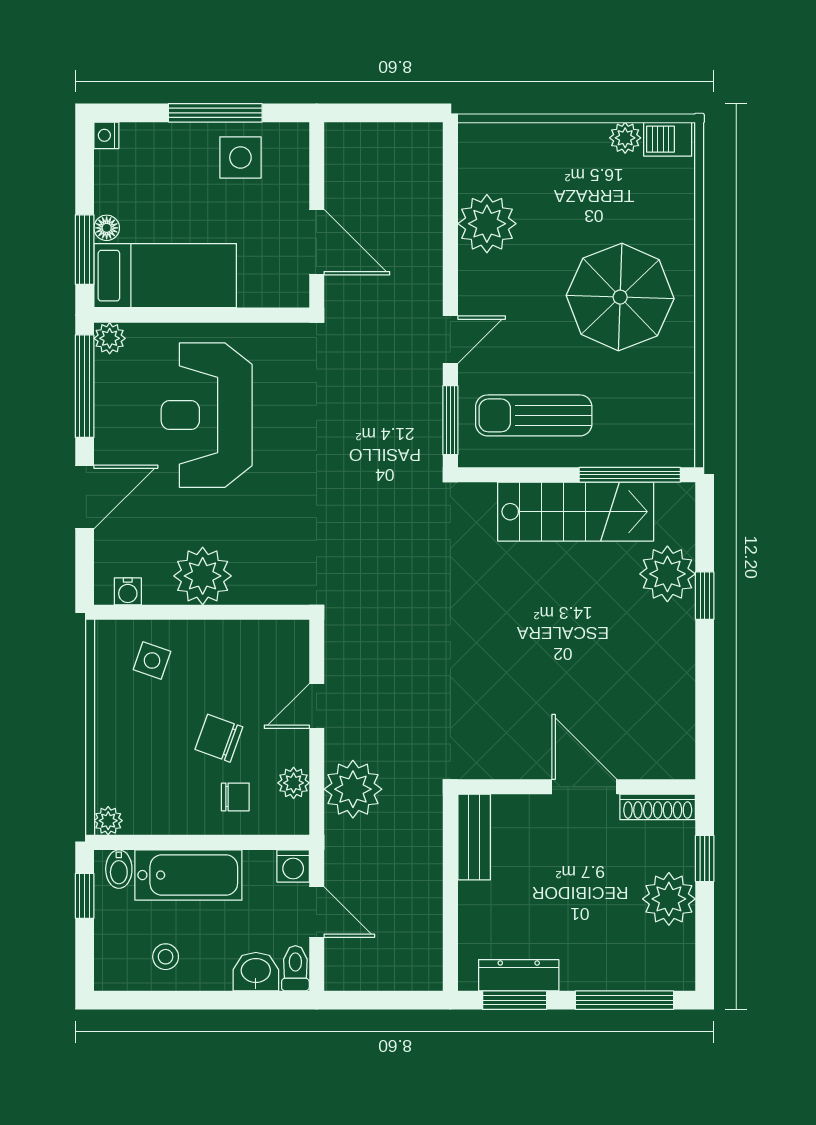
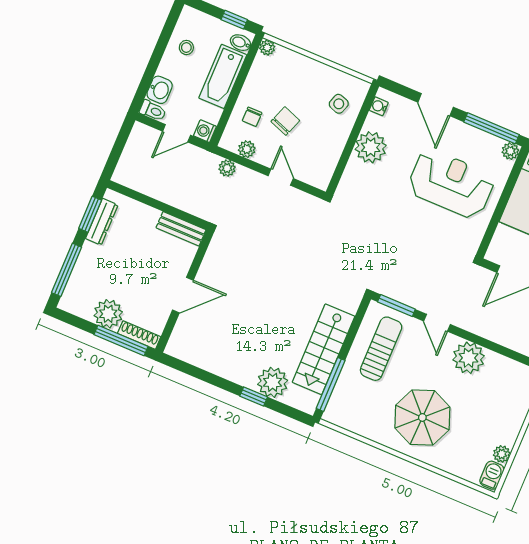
plant: (487, 224) -> (469, 358), moved
plant: (353, 789) -> (227, 168), width x0.53, depth x0.53
shoe rack: (658, 807) -> (139, 335), moved, turned 90
window: (705, 859) -> (121, 340), width x2.17

